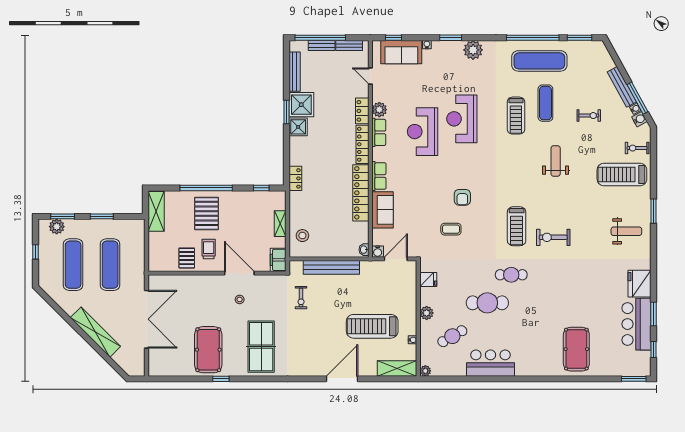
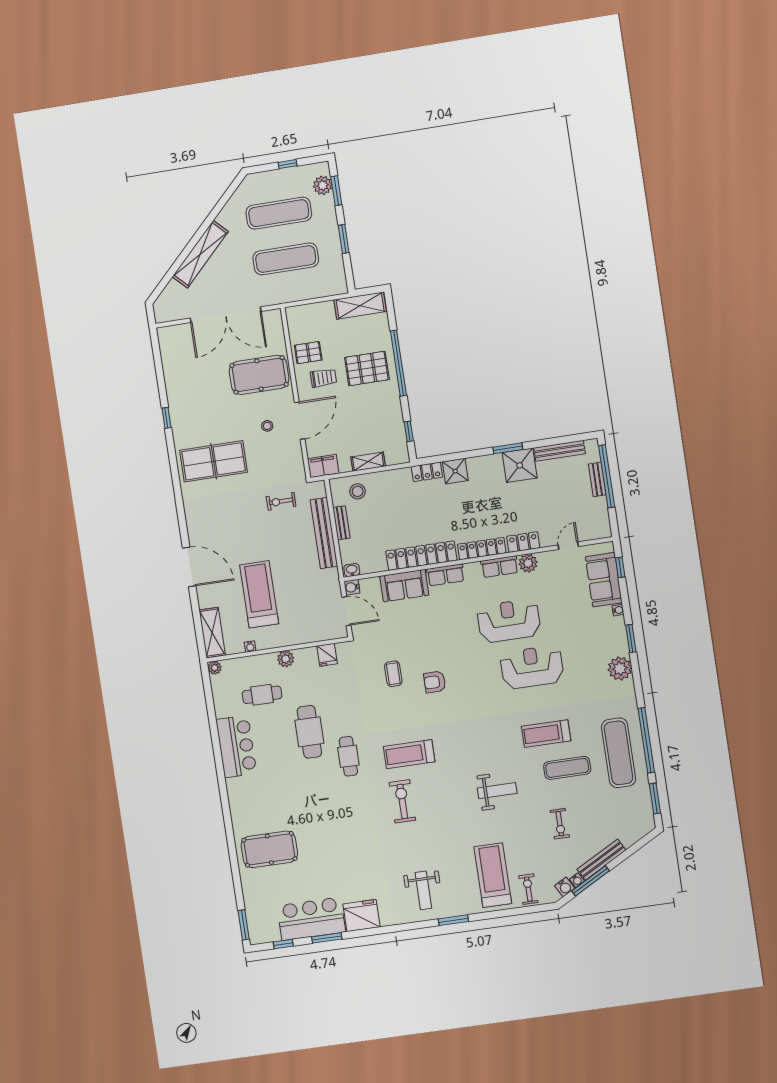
bench: (349, 45) -> (341, 523), moved
shower: (298, 127) -> (455, 471), moved
cafe table: (452, 336) -> (262, 695), turned -60
pool table: (208, 350) -> (259, 375), moved

